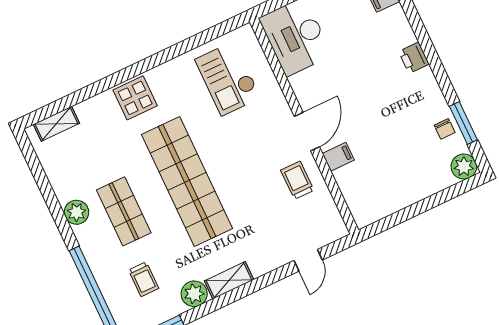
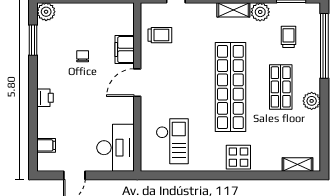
chair: (445, 129) -> (83, 56), moved
filing cabinet: (338, 157) -> (125, 50), width x2.00
trolley: (297, 180) -> (160, 35), moved, turned -90

